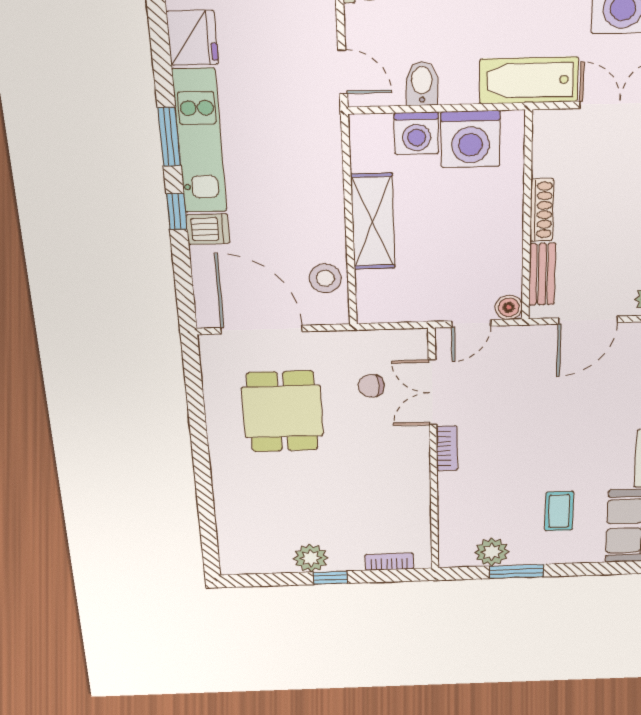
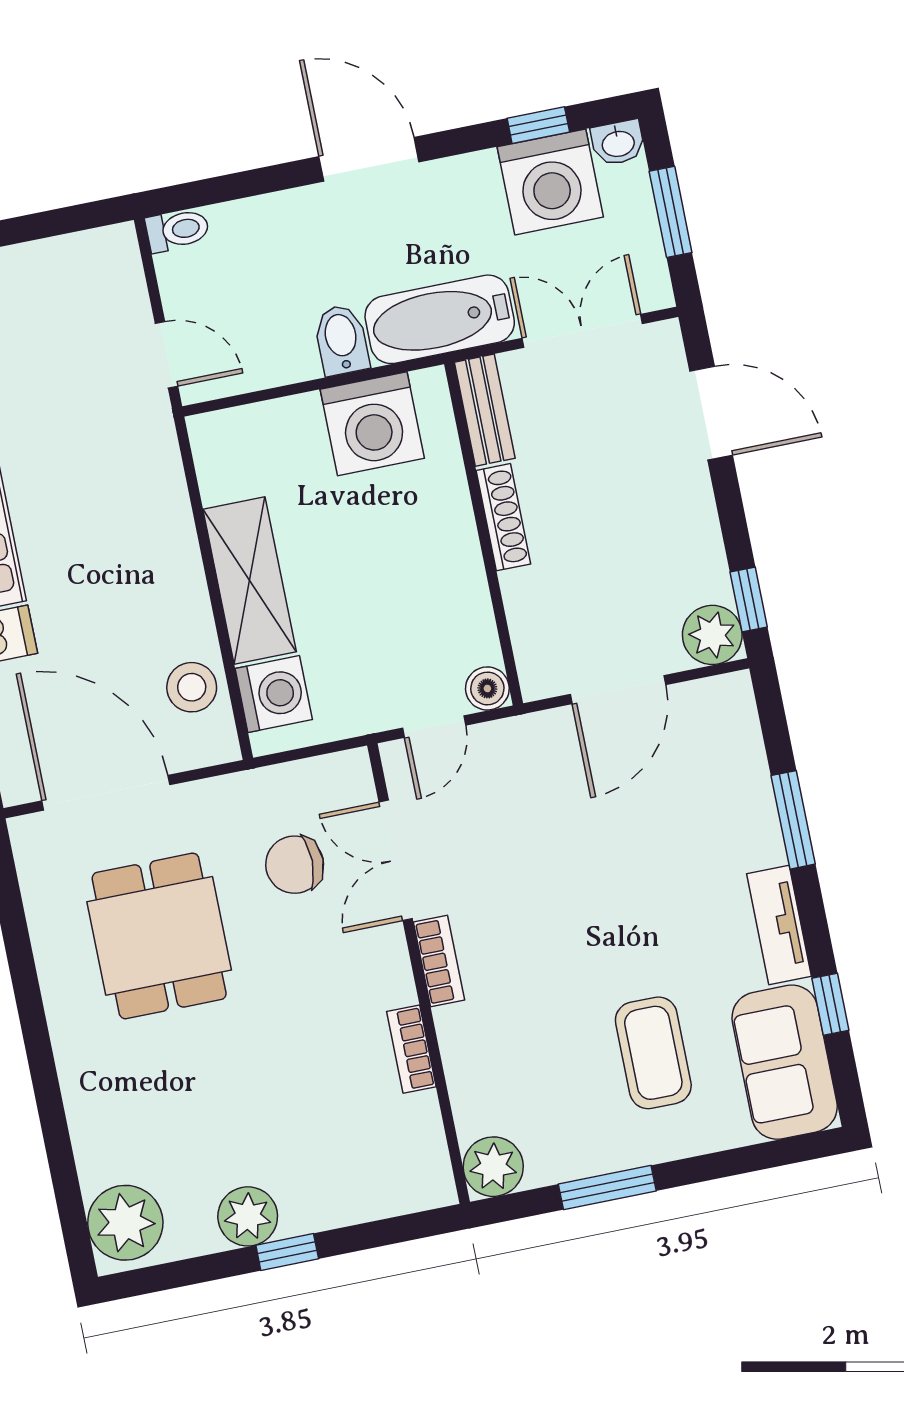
bidet: (422, 83) -> (341, 340), moved
washing machine: (416, 133) -> (274, 694), moved, turned -90
bench: (542, 274) -> (485, 410), moved
chair: (371, 386) -> (295, 865), width x1.37, depth x1.37
coffee table: (559, 511) -> (653, 1053), width x1.36, depth x1.30
plant: (240, 552) -> (125, 1223), added
plant: (492, 552) -> (493, 1167), moved
bookcase: (389, 562) -> (411, 1049), moved, turned -90

